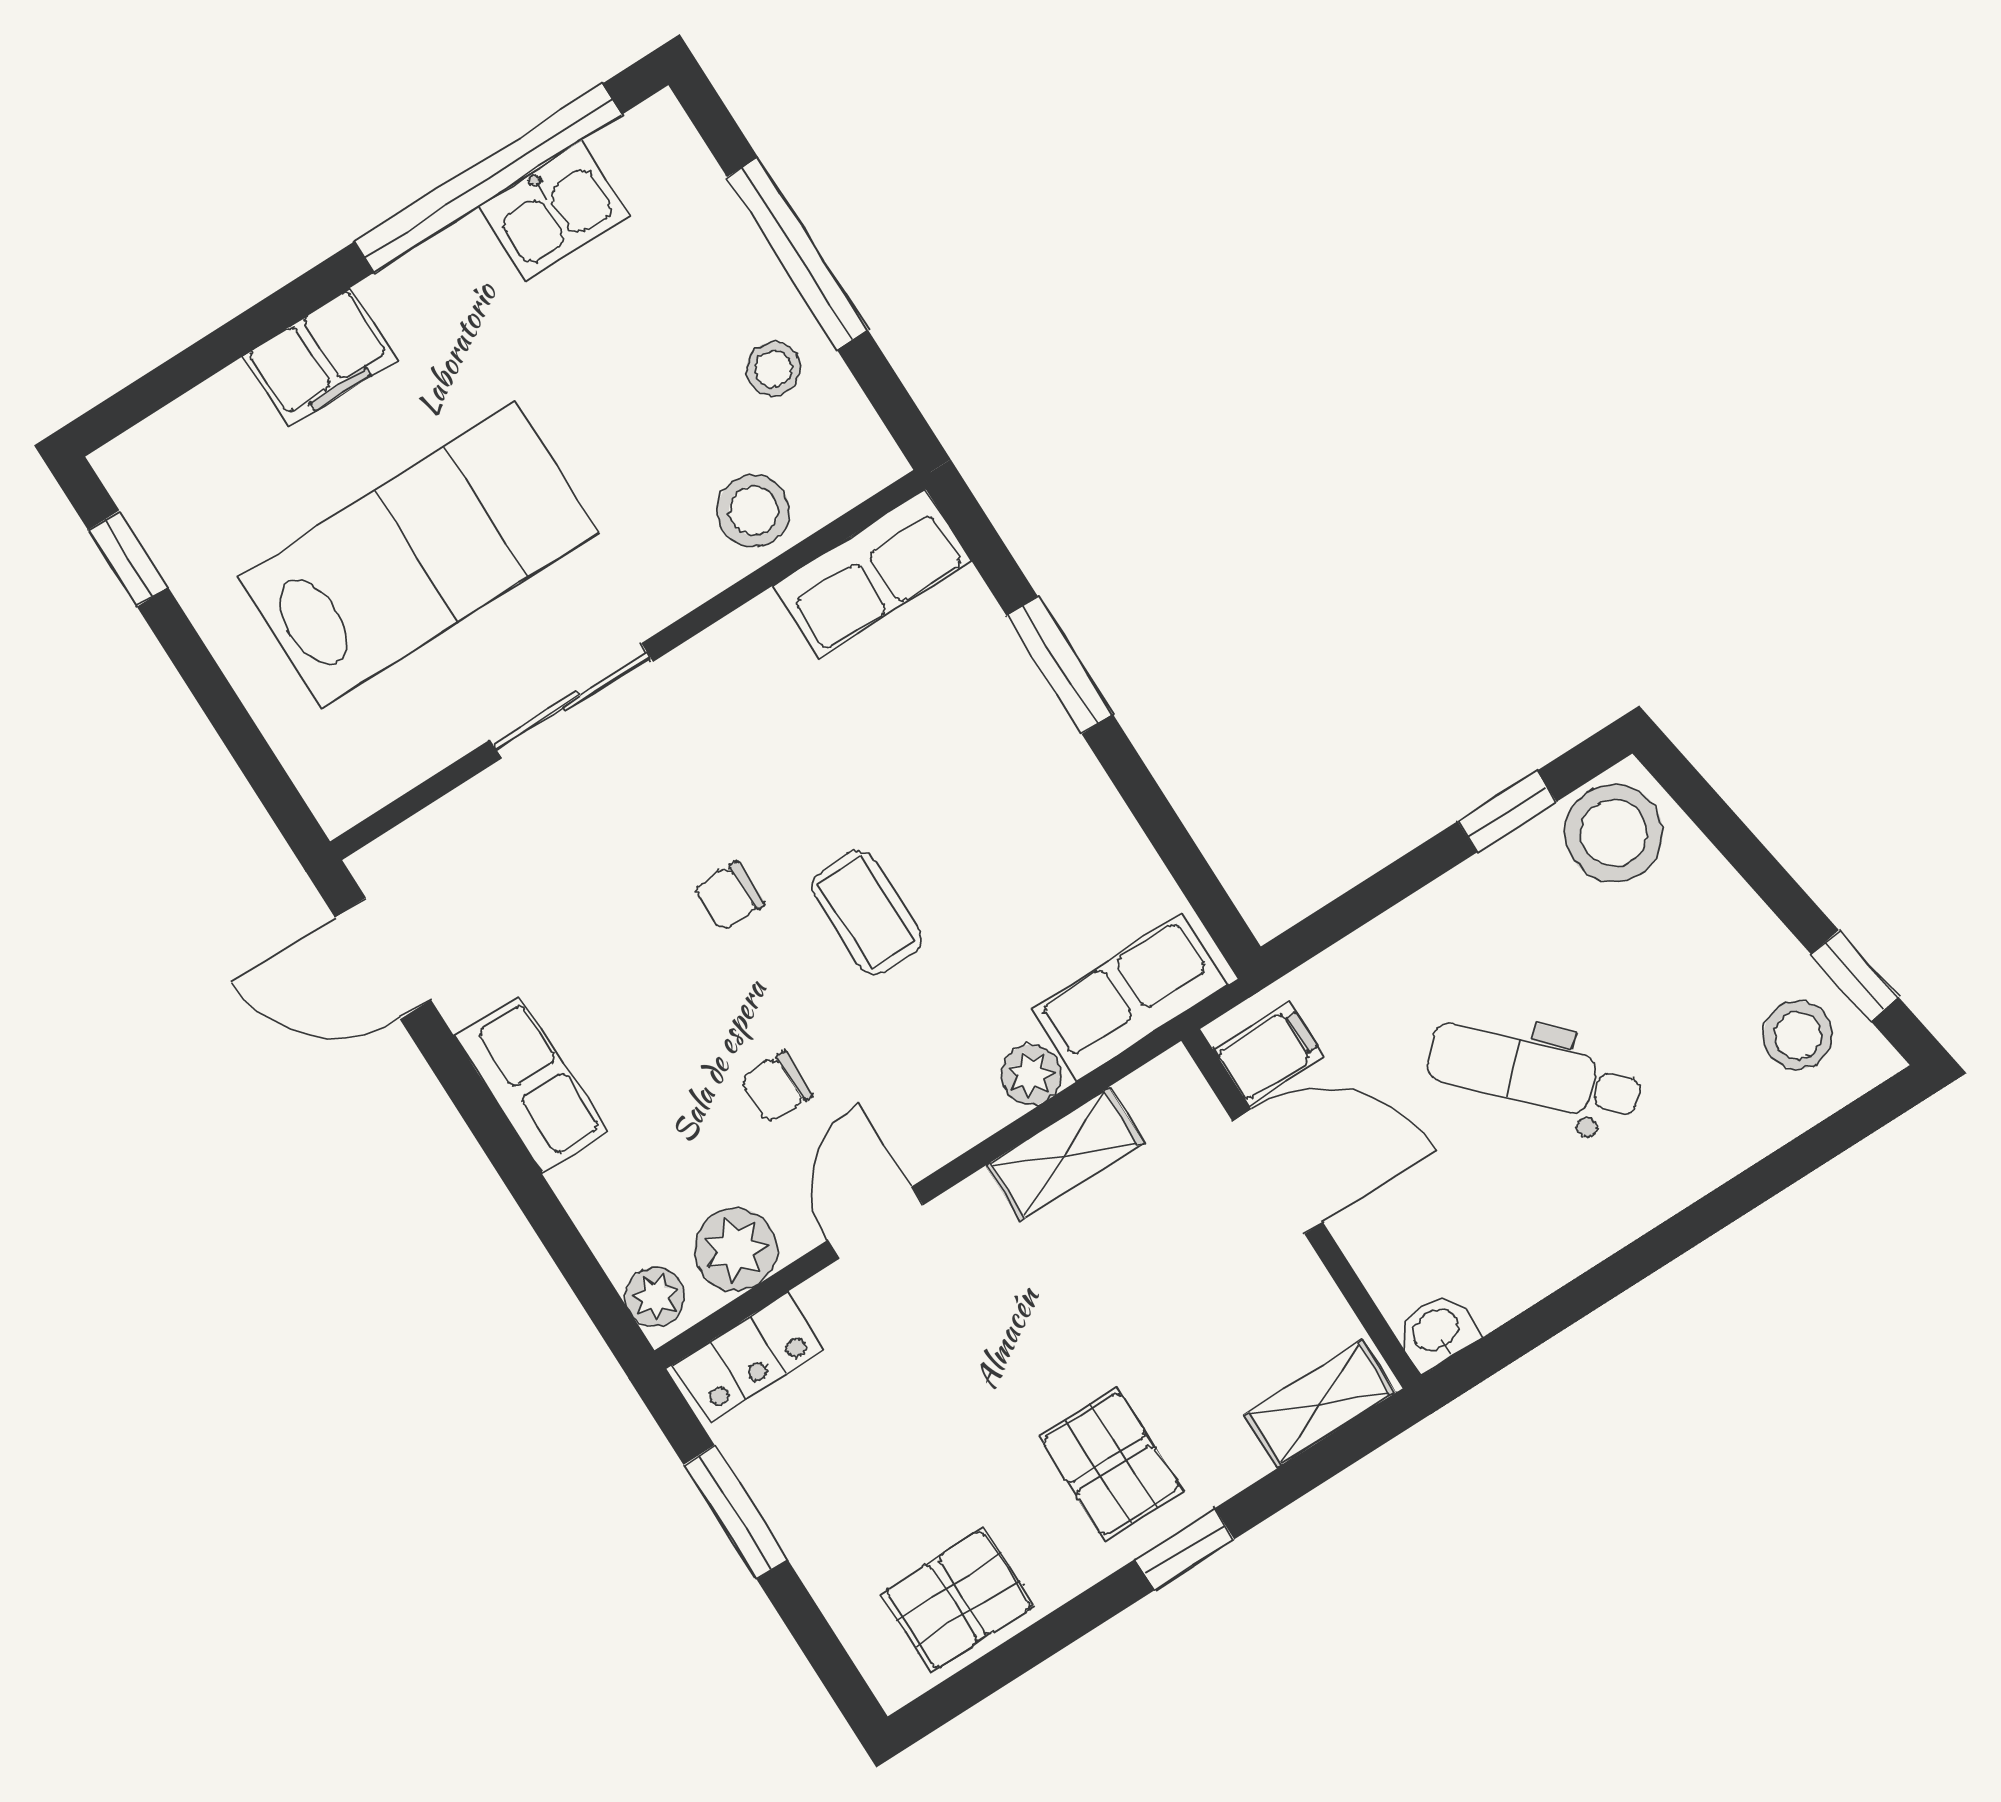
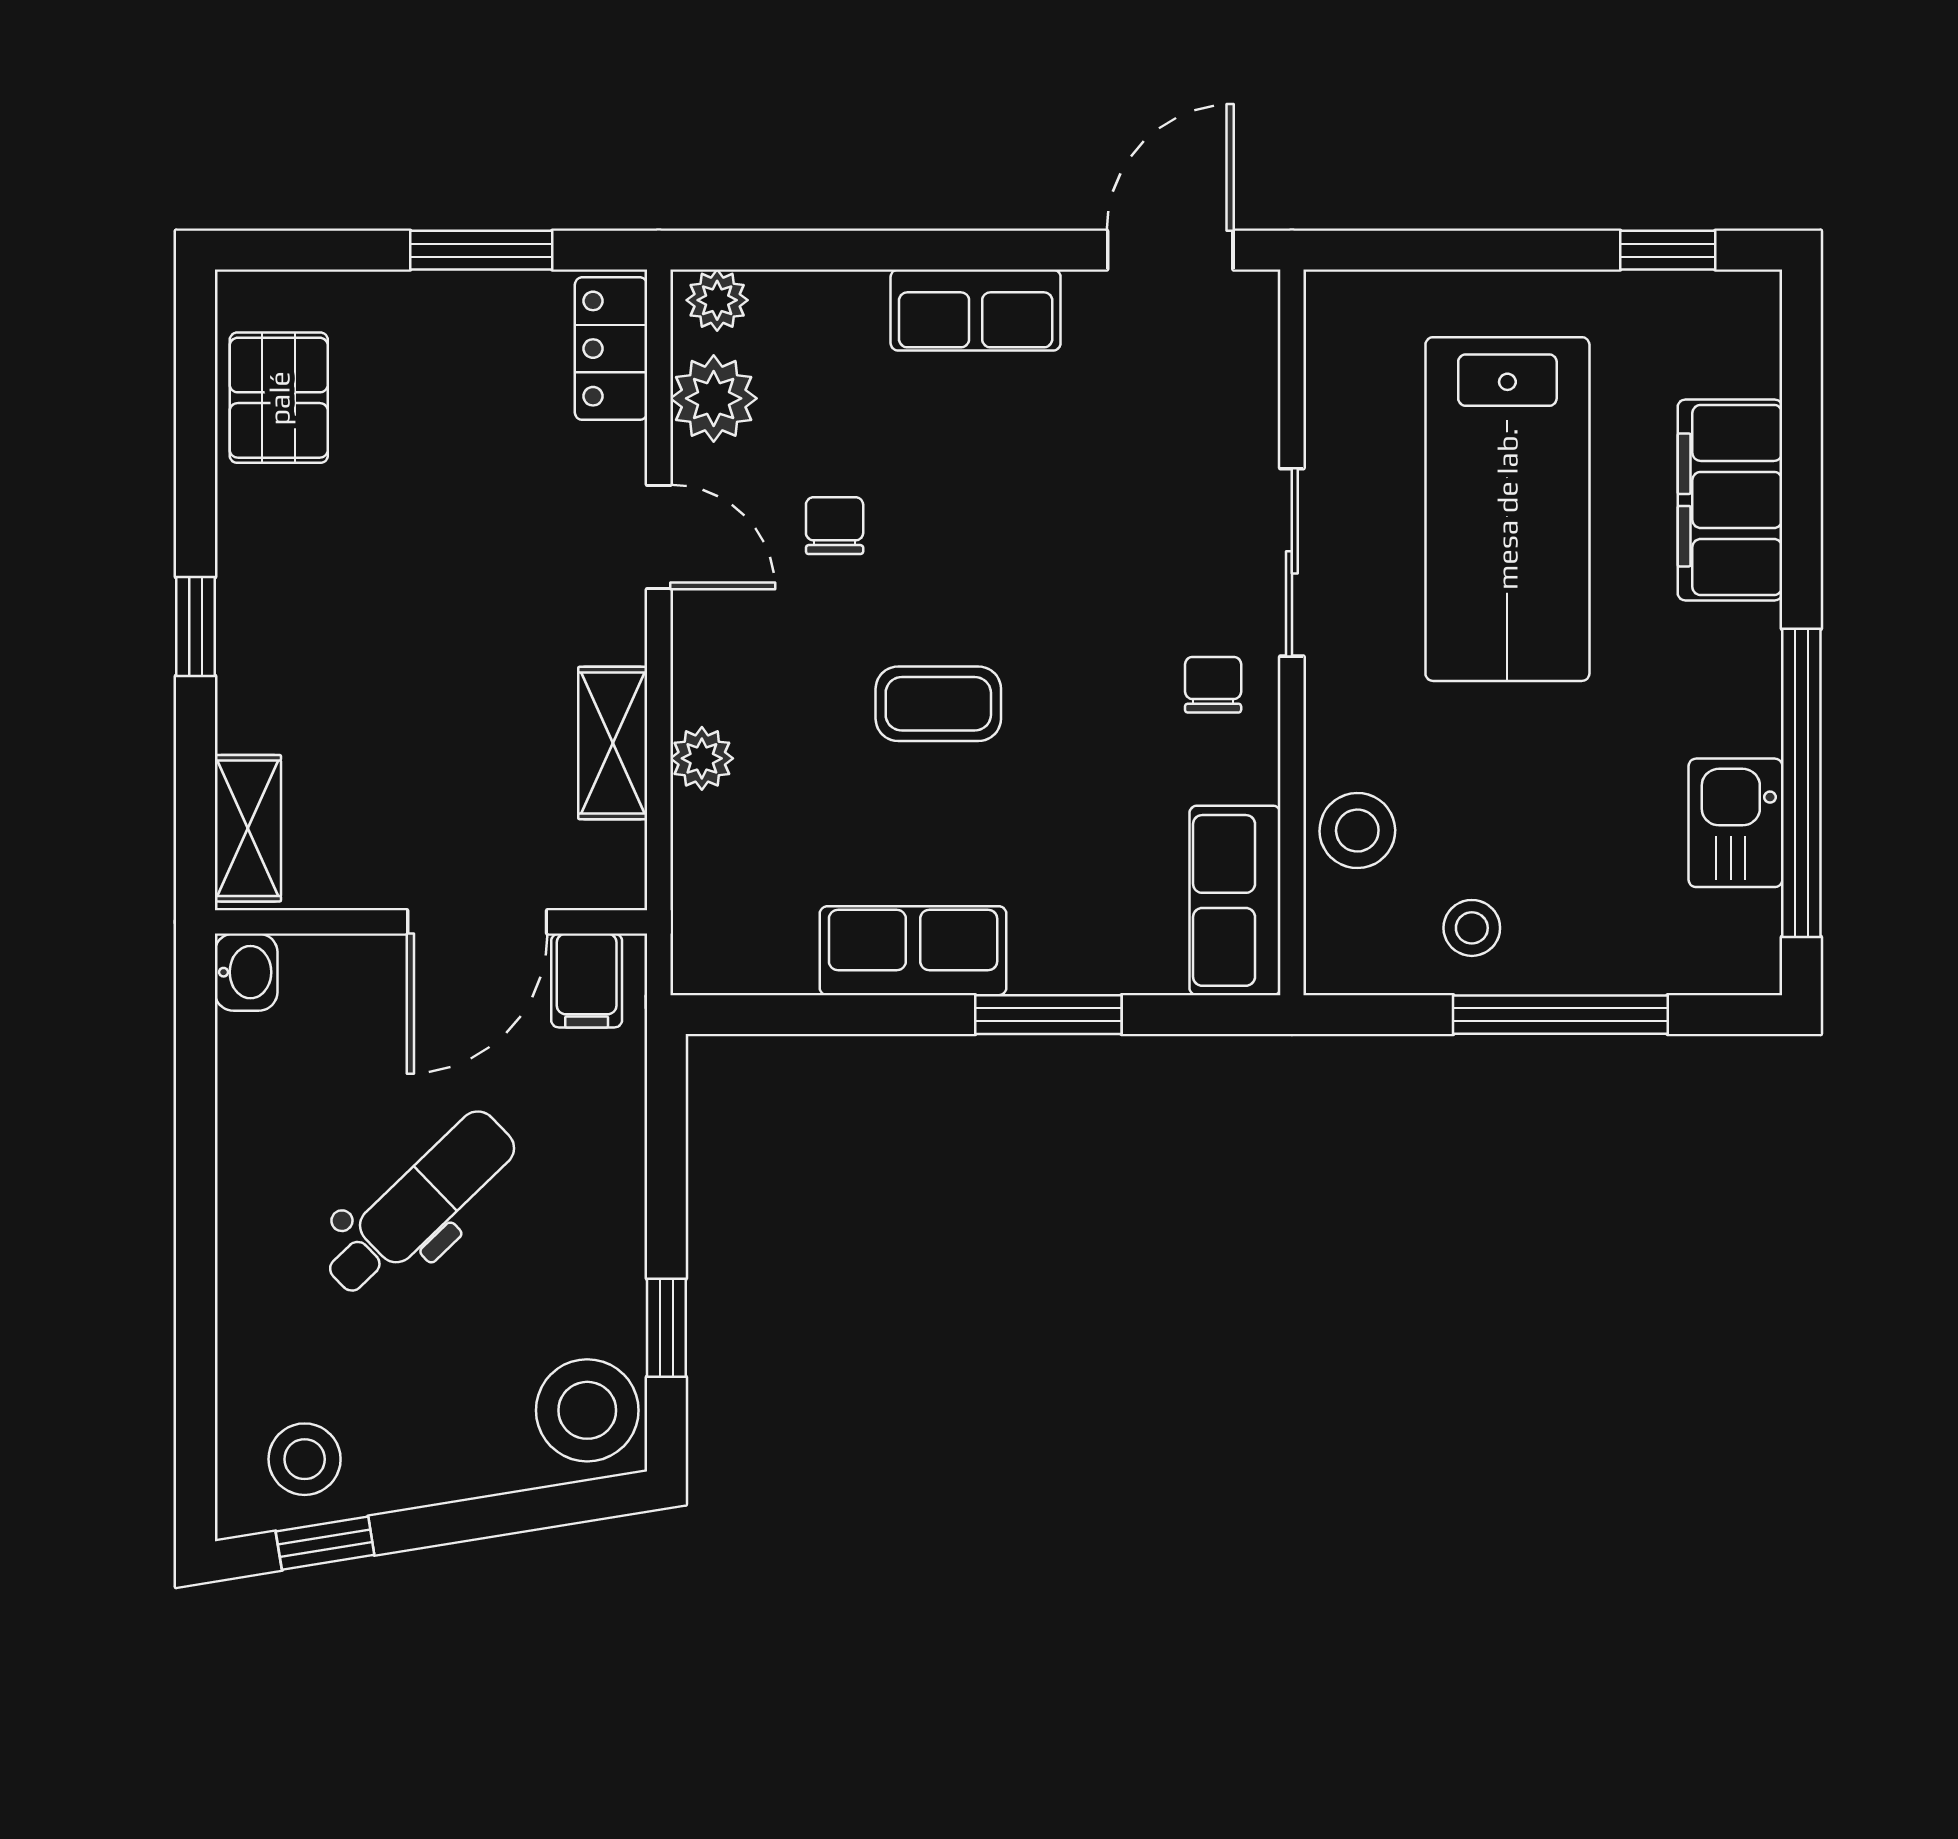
filing cabinet: (320, 357) -> (1730, 500), width x1.50, depth x1.17
chair: (729, 896) -> (1213, 685), moved
row of seats: (1130, 997) -> (913, 951), moved, turned -90
pallet: (1111, 1464) -> (313, 609), removed

